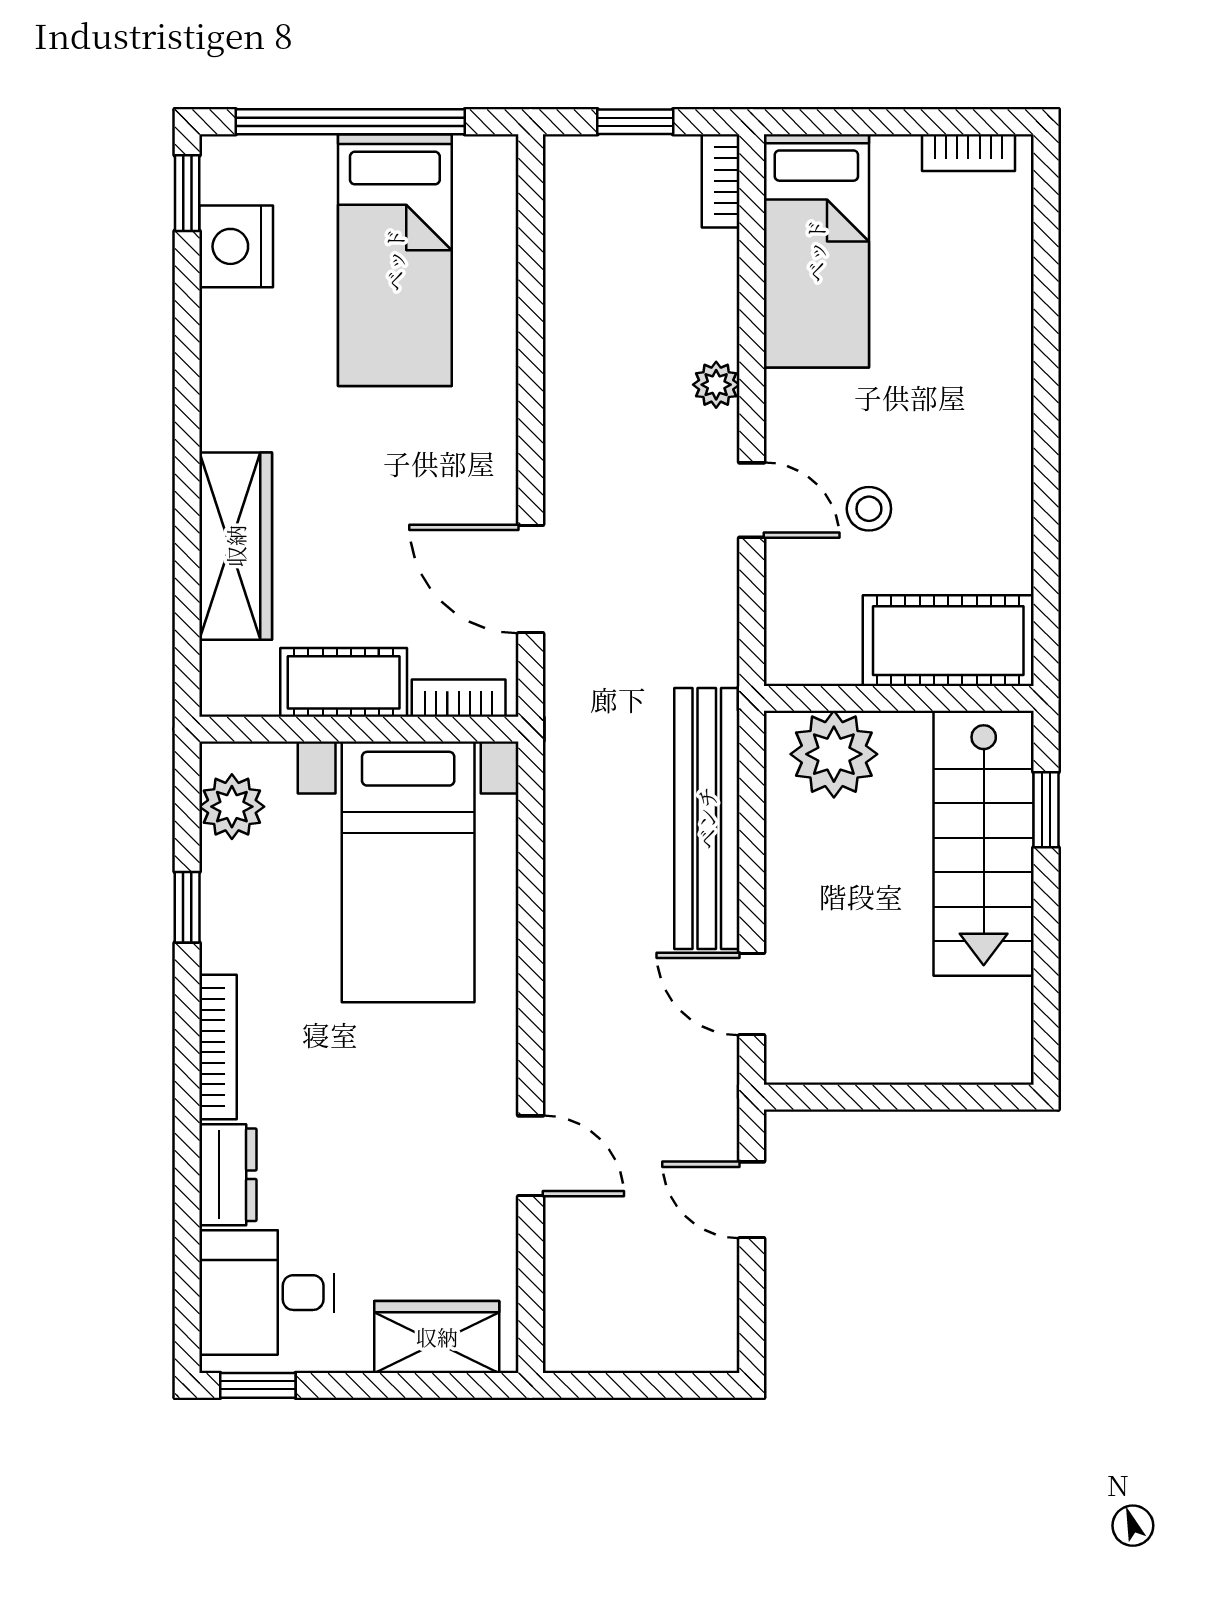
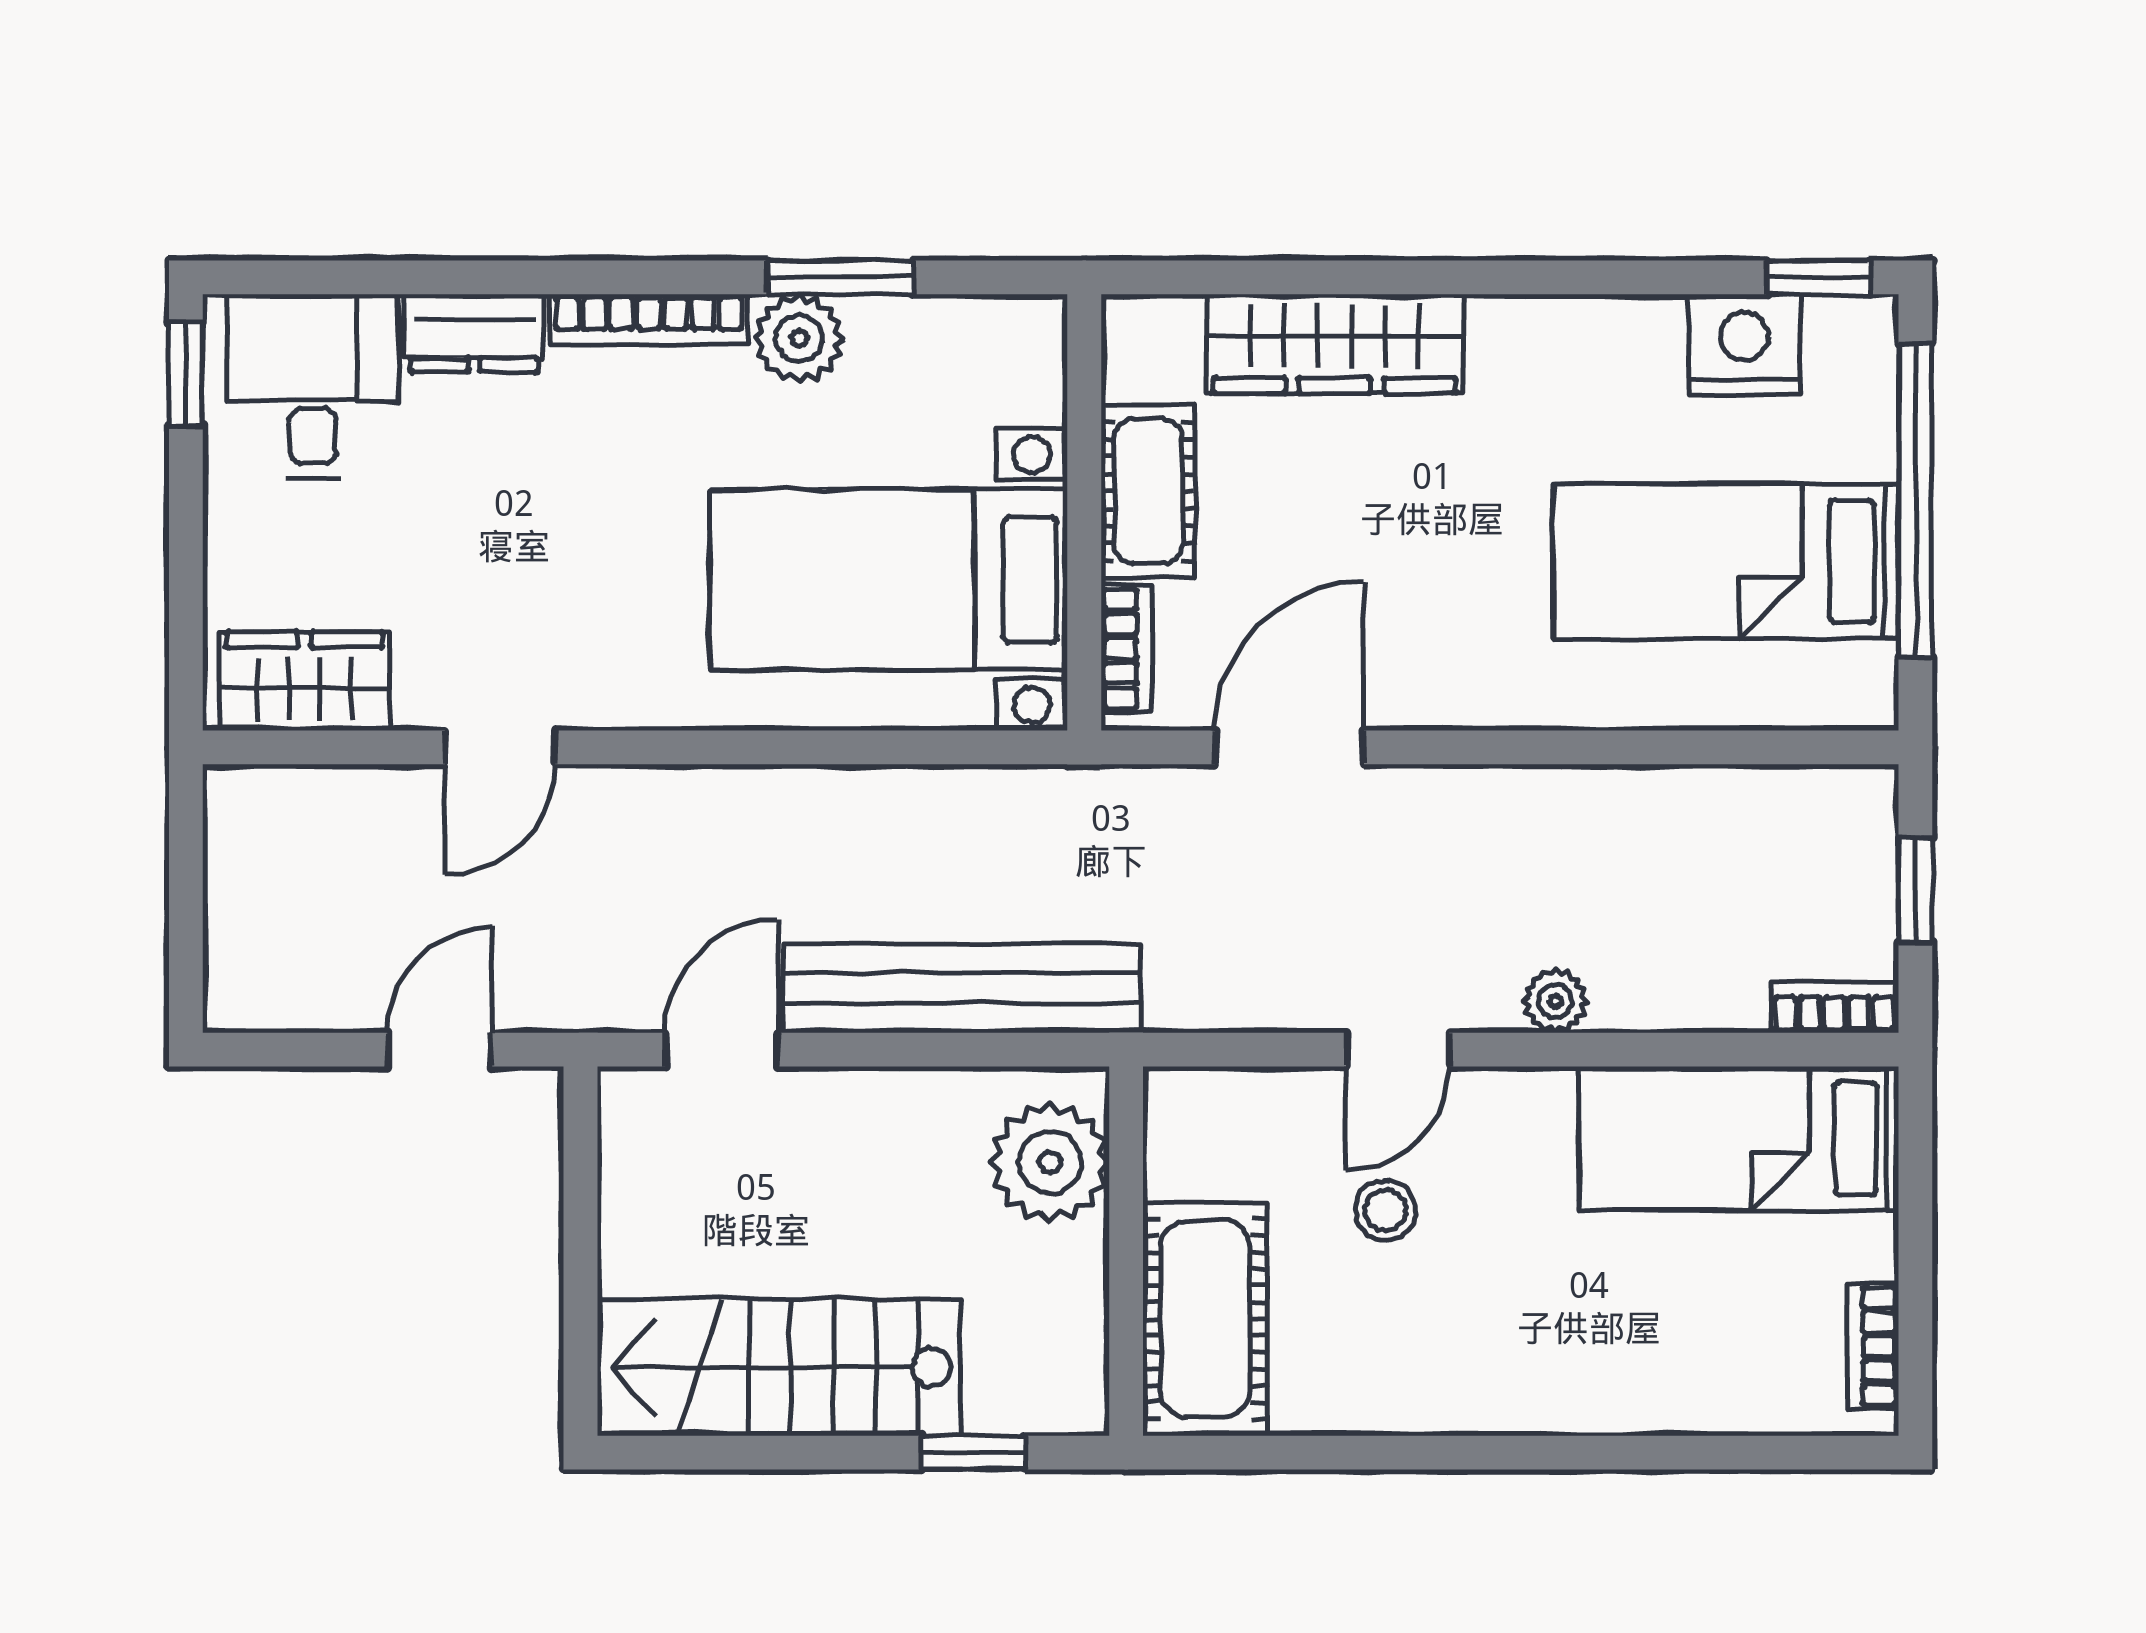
plant: (232, 807) -> (799, 338), moved
stairs: (984, 843) -> (779, 1367), moved
window: (187, 907) -> (840, 277), width x1.50
wardrobe: (437, 1337) -> (304, 681), moved, turned -90

